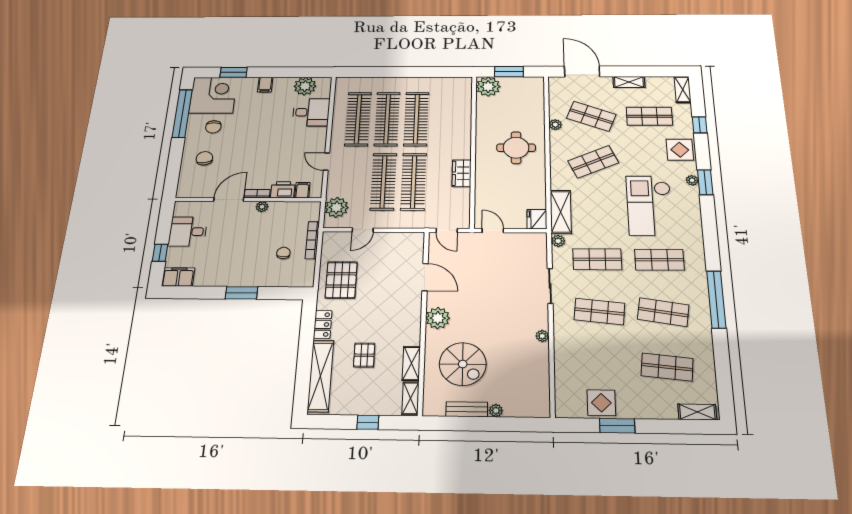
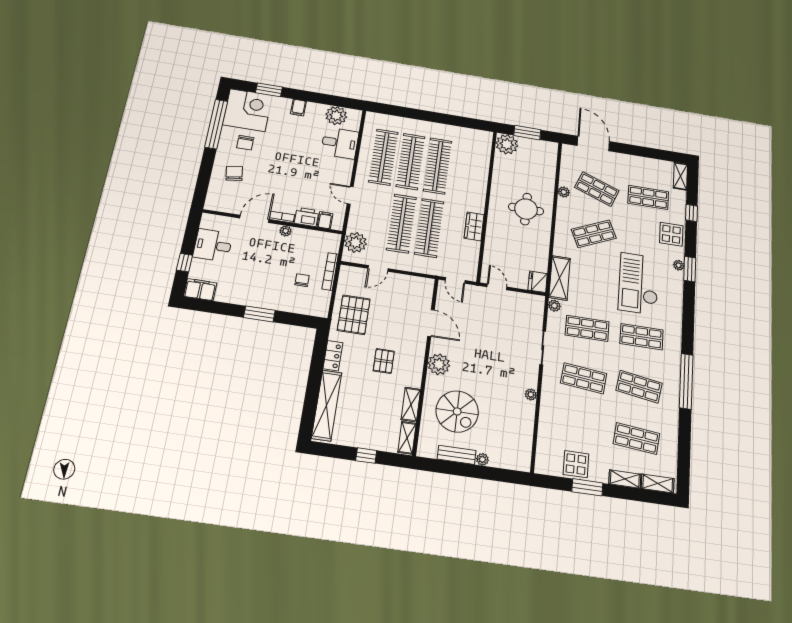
shelving: (629, 82) -> (625, 479), moved
pallet: (364, 355) -> (384, 361), moved

